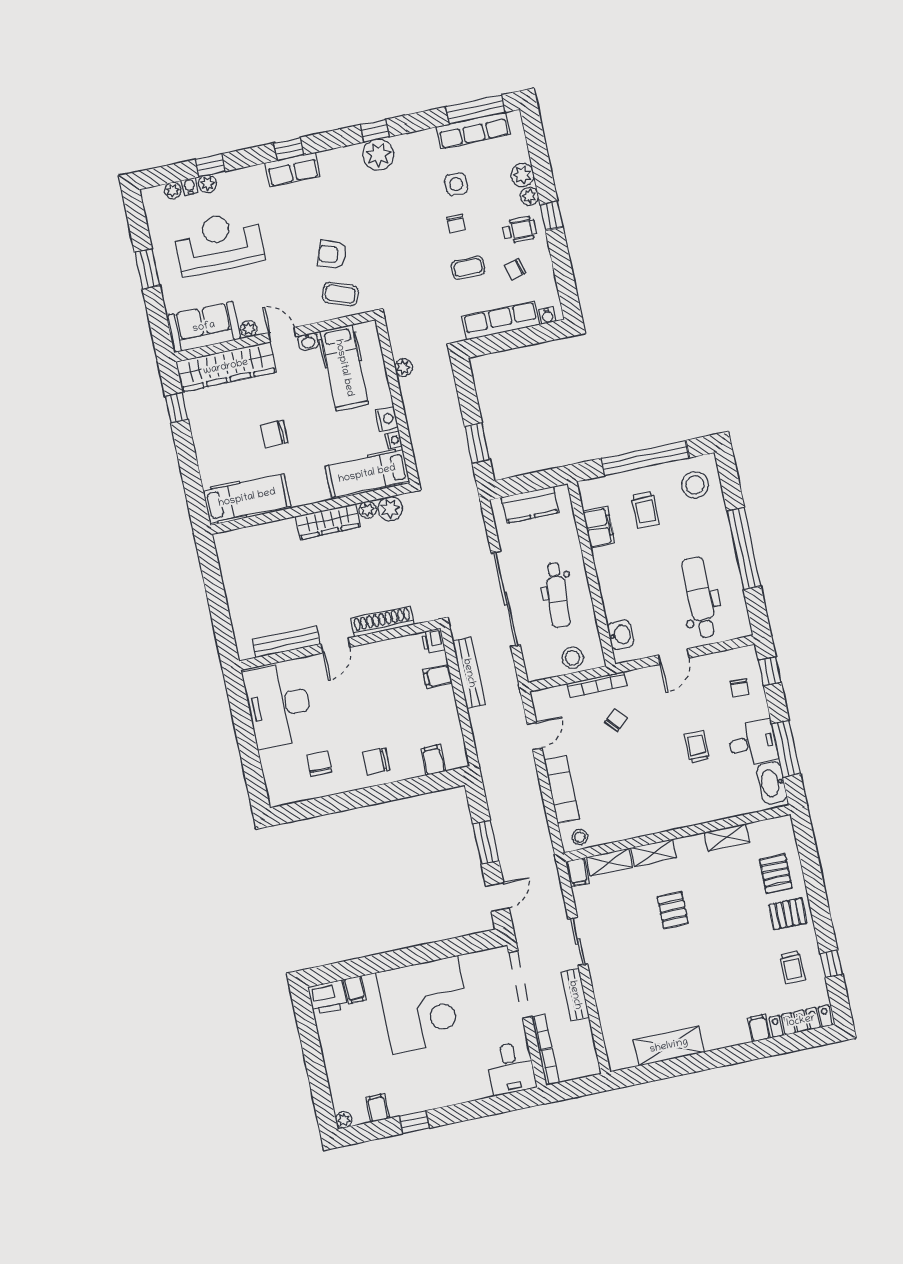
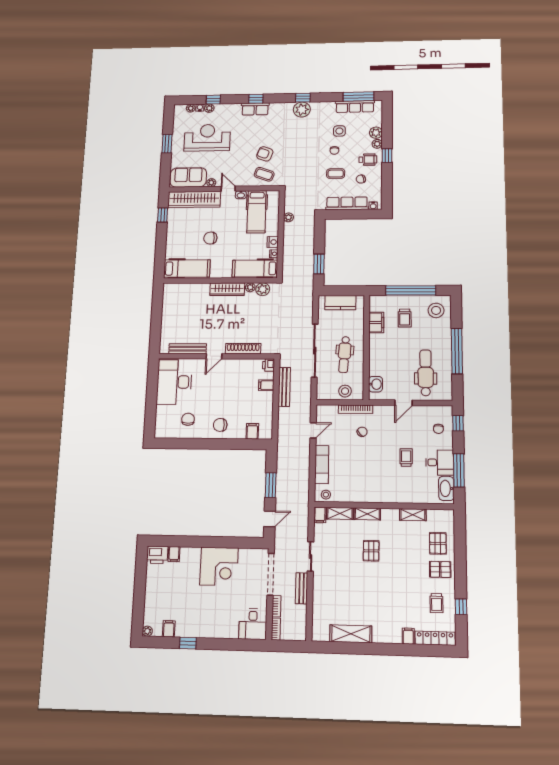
corner desk: (425, 1005) -> (219, 566), width x0.74, depth x0.74

